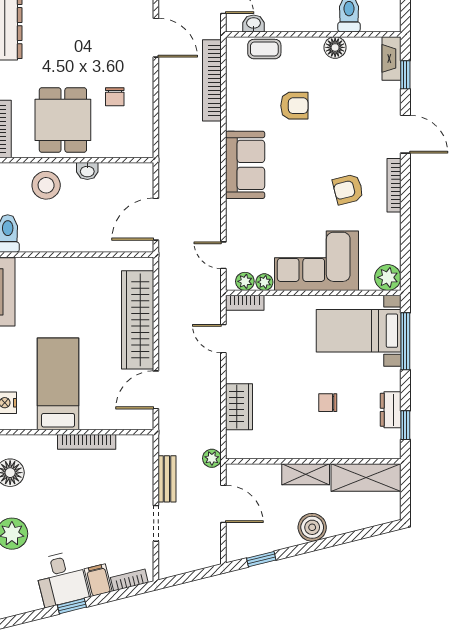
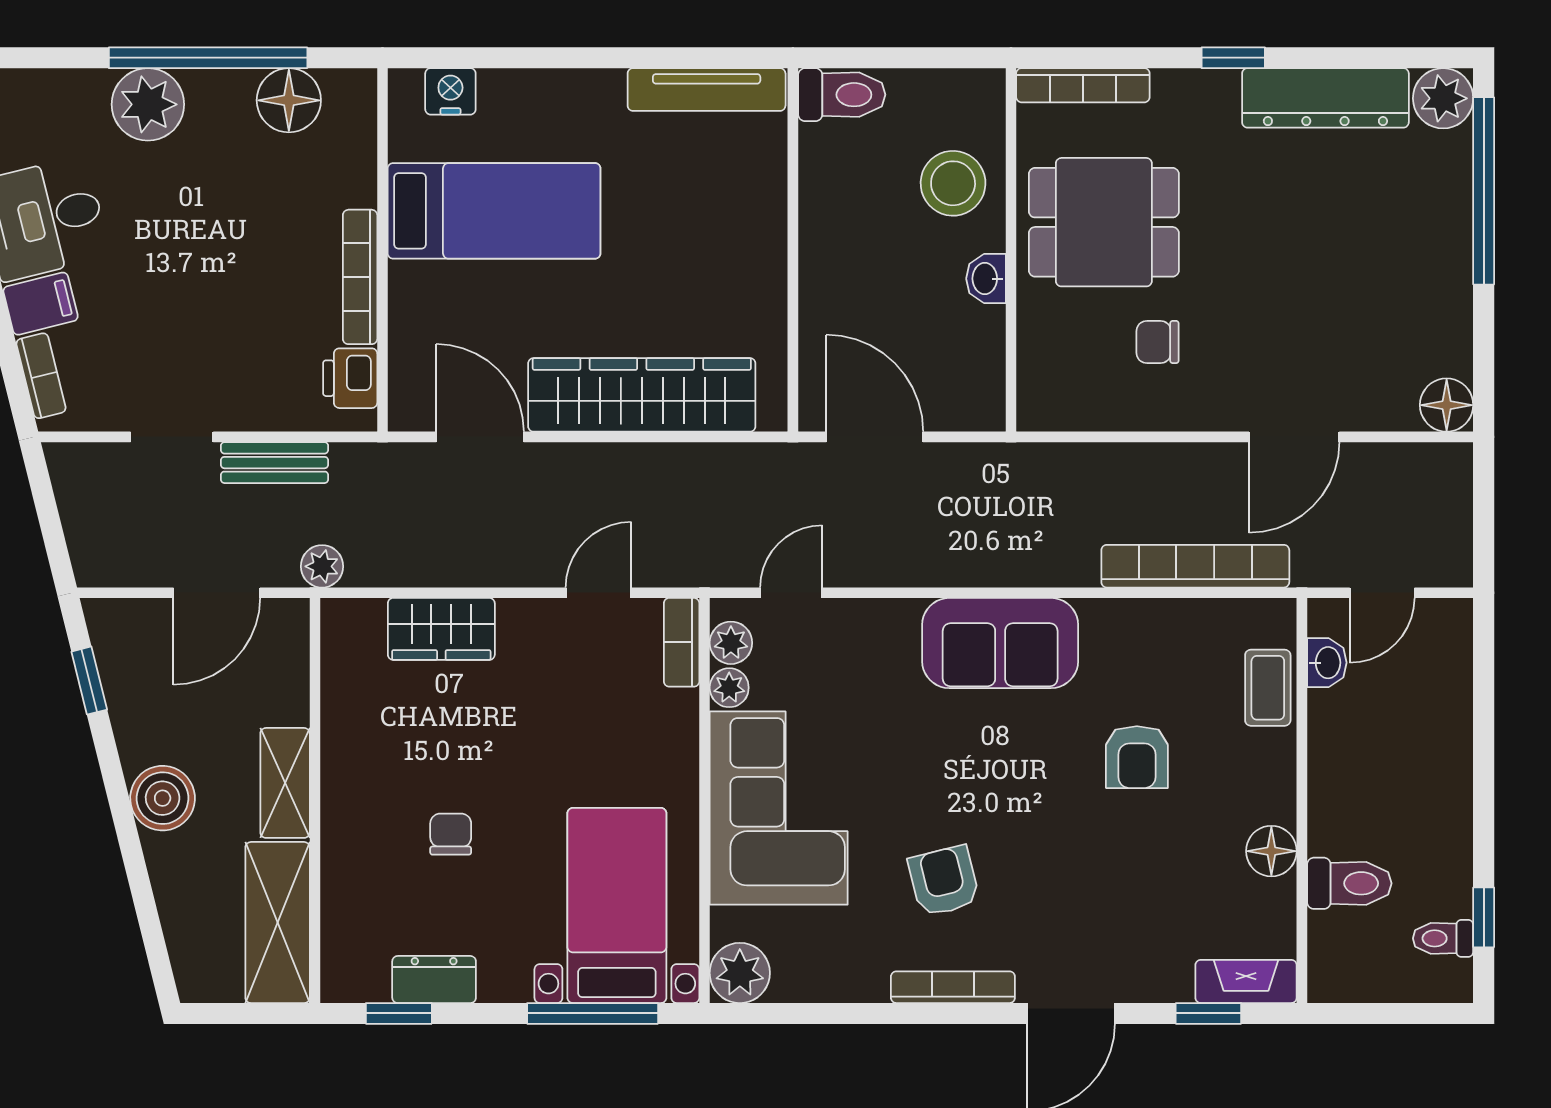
printer: (130, 446) -> (350, 378), added

